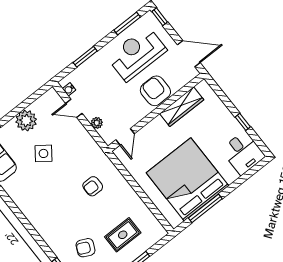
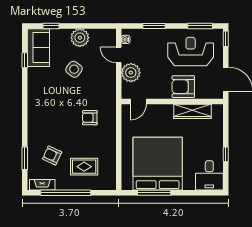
armchair: (155, 91) -> (183, 87), turned -90
plant: (97, 123) -> (131, 73), width x1.88, depth x1.88

